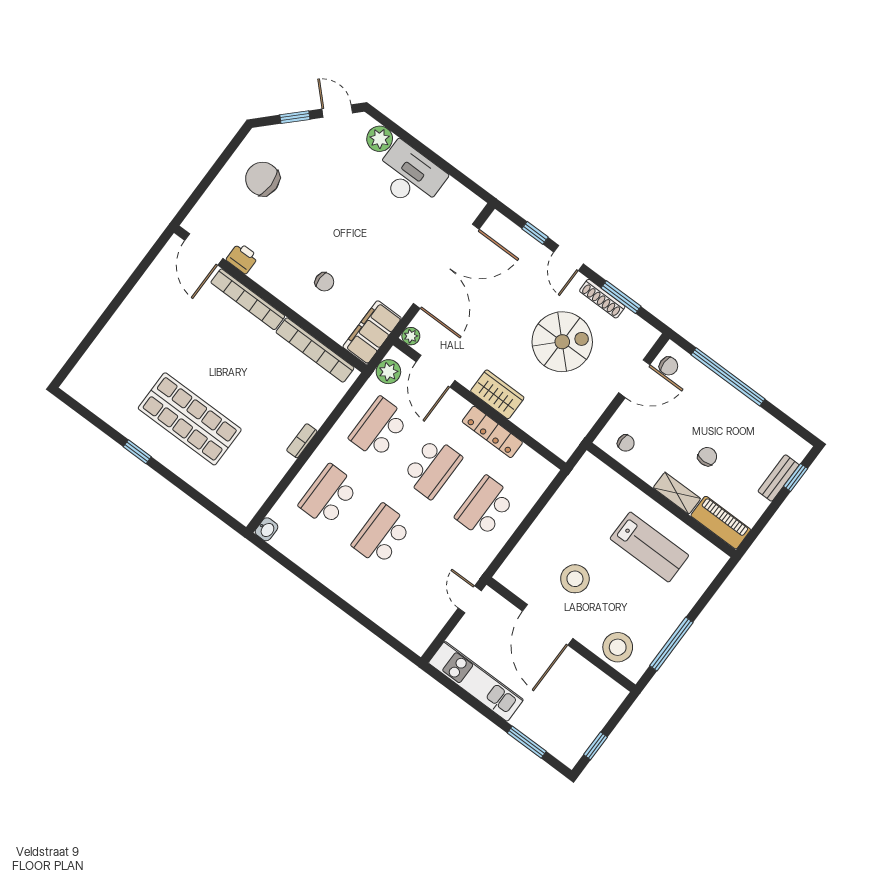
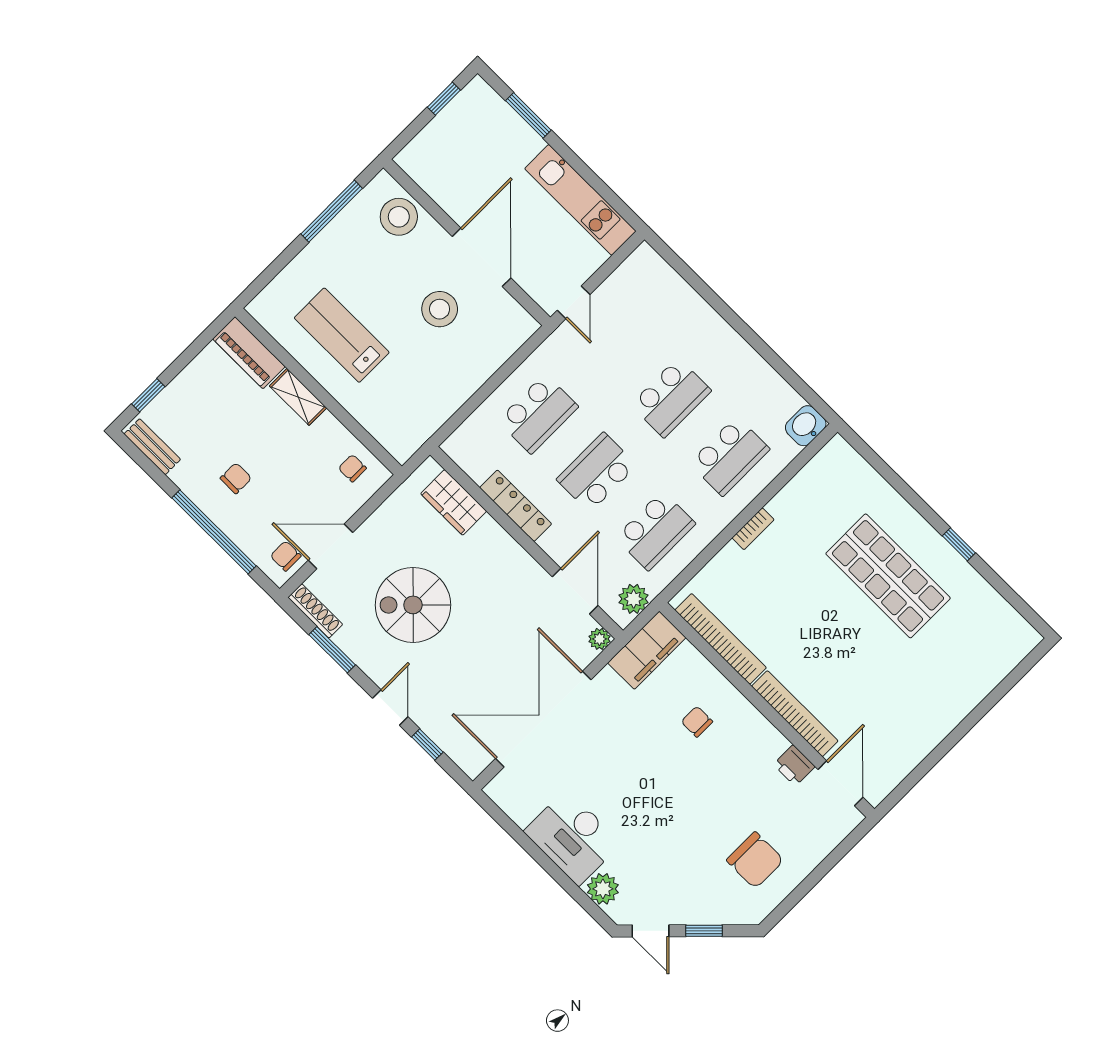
shoe rack: (602, 299) -> (315, 611), moved
wardrobe: (497, 394) -> (454, 502), moved
chair: (707, 457) -> (236, 478), moved, turned 180
bench: (778, 478) -> (152, 447), moved, turned 90
washbasin: (267, 529) -> (806, 426), width x1.38, depth x1.45

